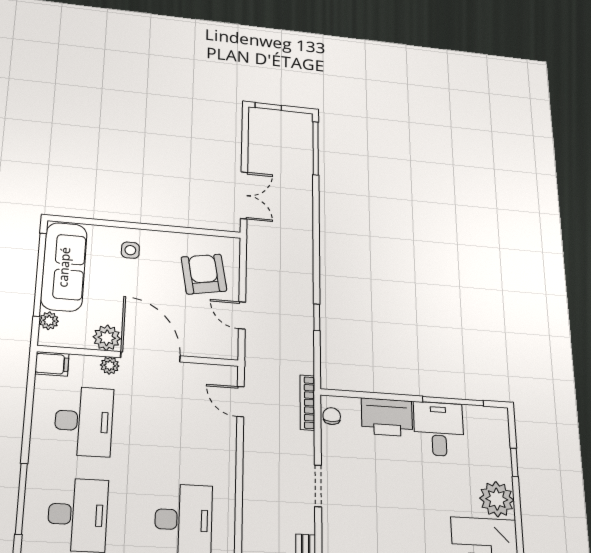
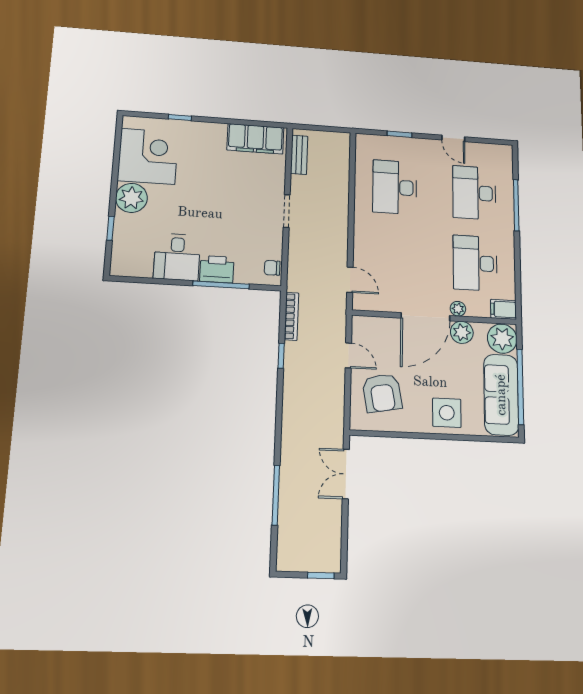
window: (316, 148) -> (276, 495), moved
side table: (130, 250) -> (447, 413), width x1.87, depth x1.87
plant: (49, 321) -> (502, 339), width x1.87, depth x1.87
door: (150, 357) -> (425, 317), hinge flipped
window: (453, 401) -> (221, 285), moved
bookcase: (307, 402) -> (291, 316), moved
chair: (332, 416) -> (272, 268), turned 90
printer: (387, 417) -> (217, 269), width x0.73, depth x0.84

